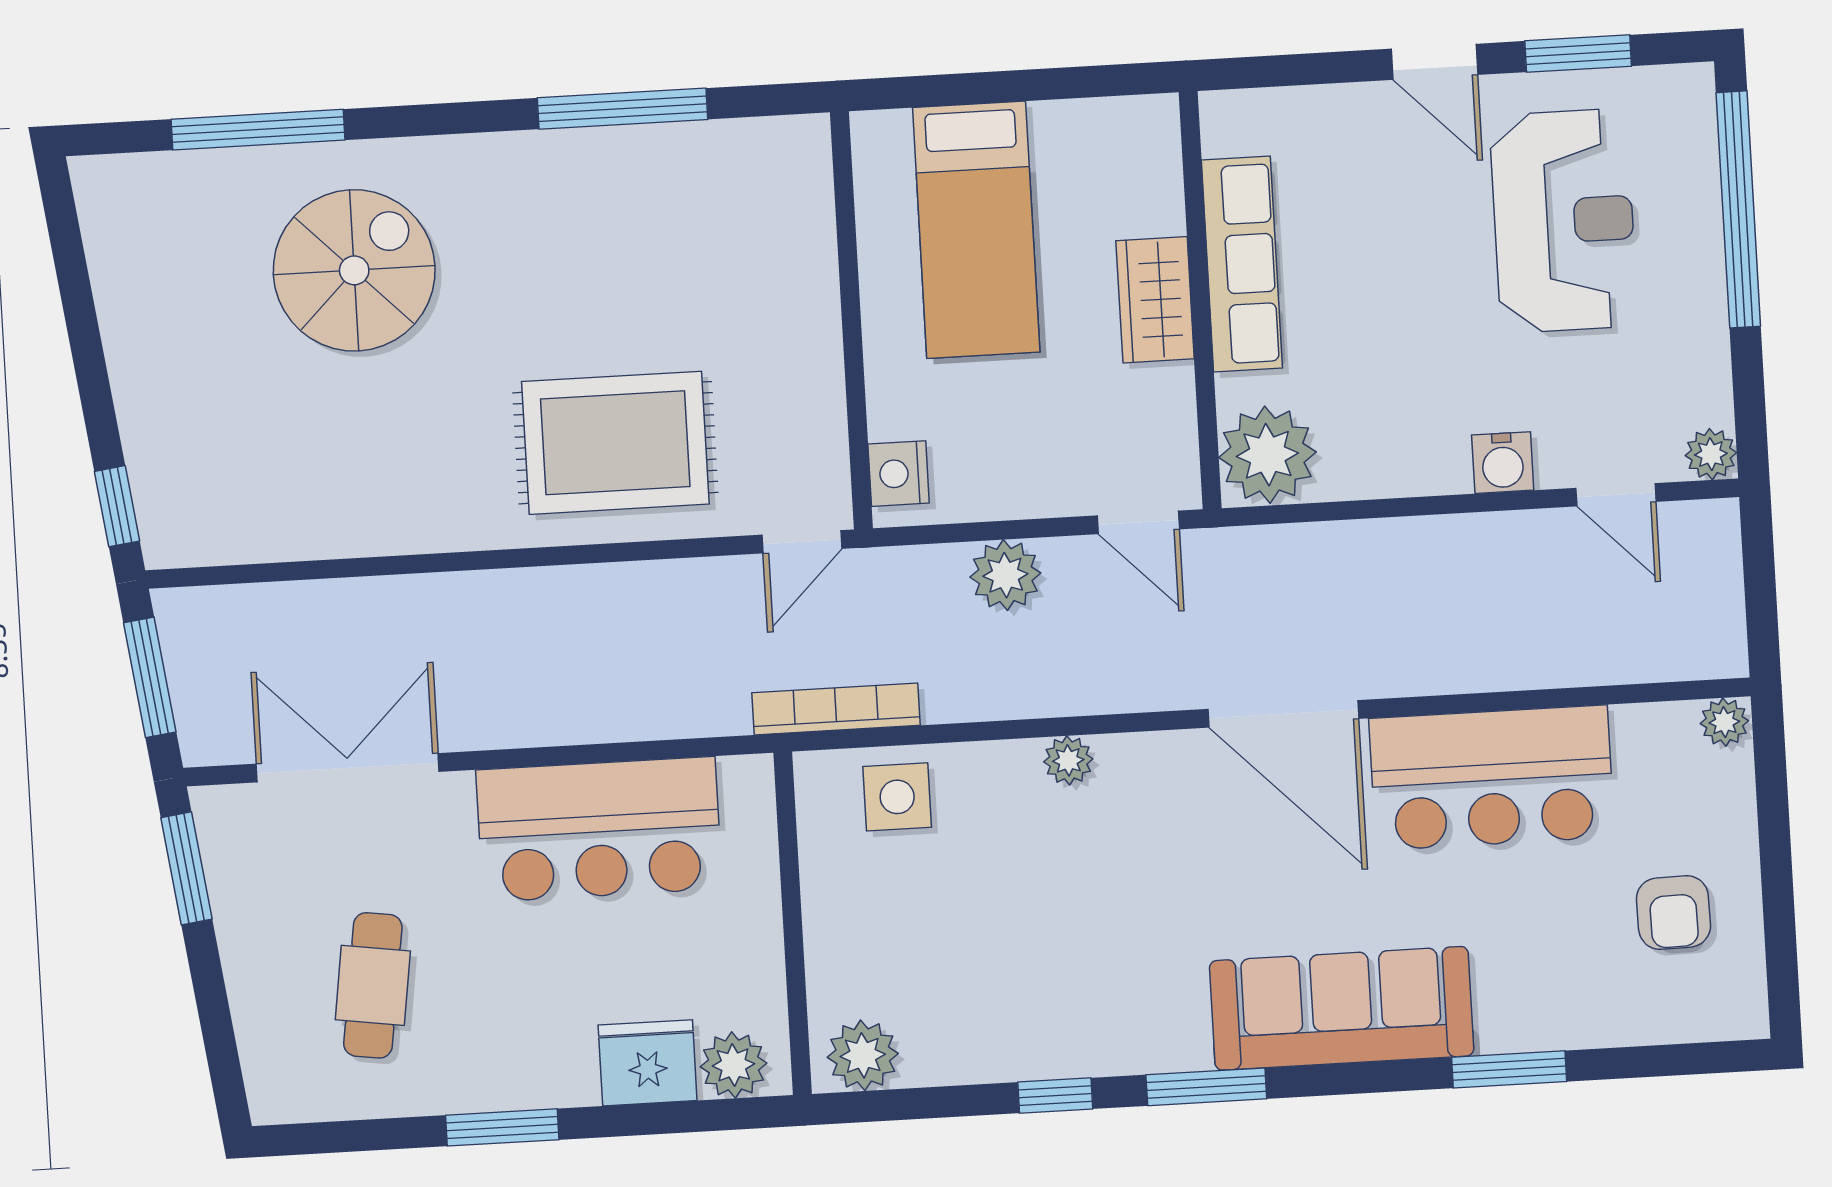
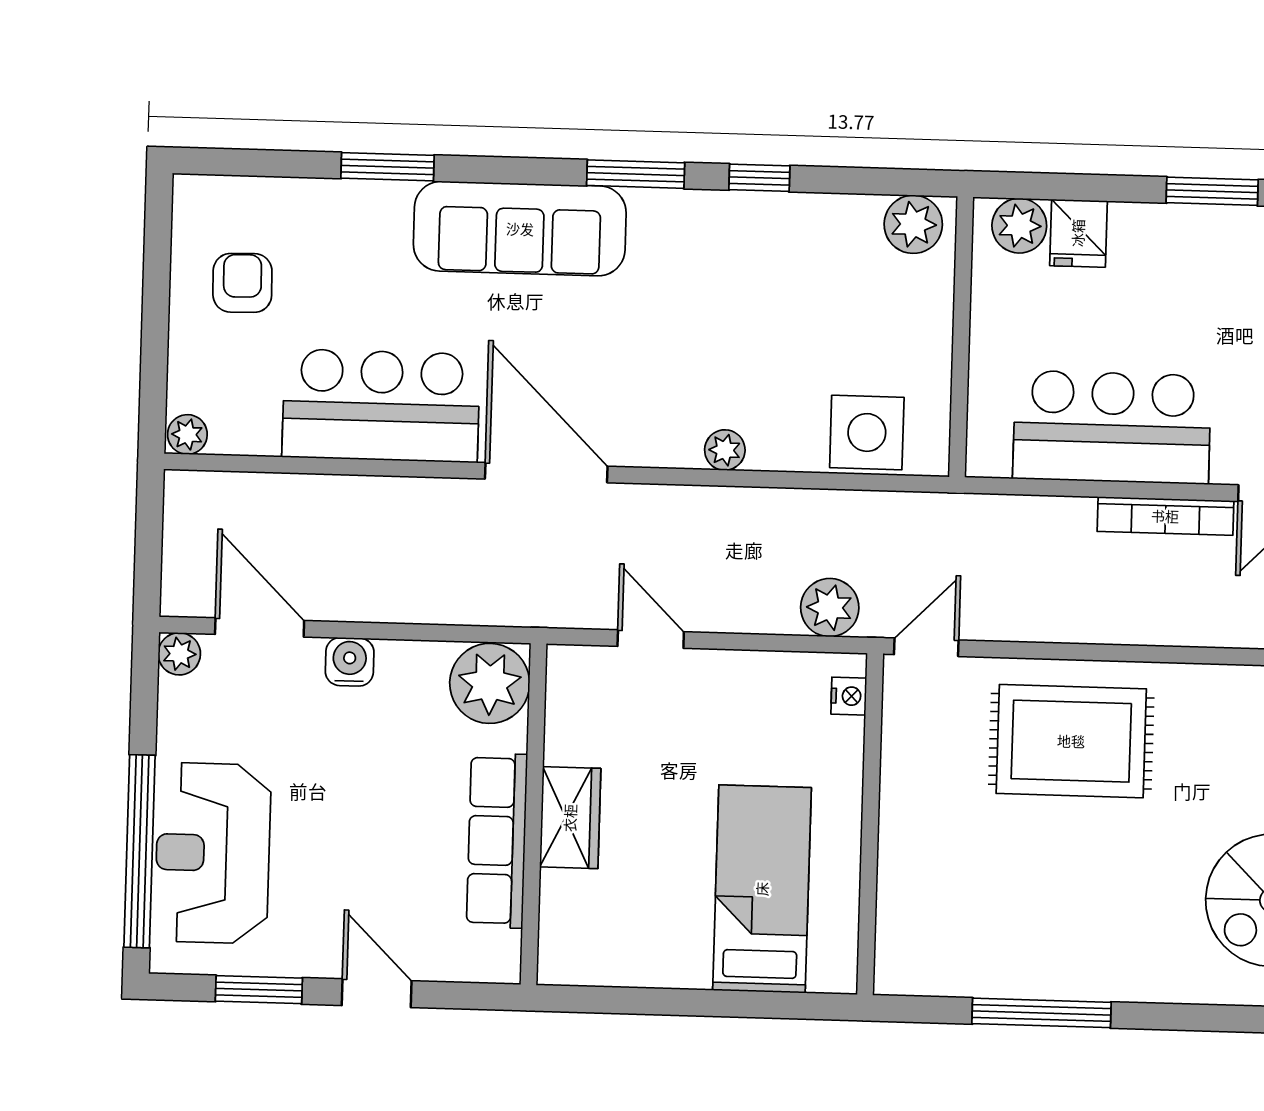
reception desk: (1564, 221) -> (213, 853), moved
row of seats: (1242, 264) -> (497, 841), moved
wardrobe: (1155, 300) -> (570, 818), moved
wall: (1200, 300) -> (534, 814), moved
plant: (1267, 455) -> (490, 683), moved
nightstand: (899, 474) -> (849, 696), width x0.72, depth x0.74
door: (1616, 495) -> (260, 627), width x1.38
plant: (1005, 575) -> (830, 608), moved
bookcase: (836, 709) -> (1165, 516), moved
side table: (897, 797) -> (867, 432), width x1.37, depth x1.37
fridge: (648, 1063) -> (1078, 233), width x0.72

